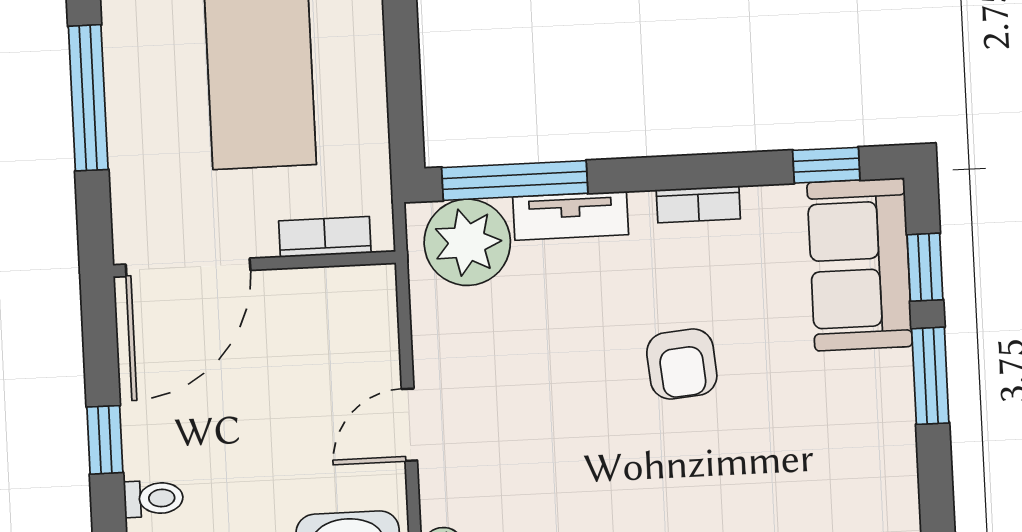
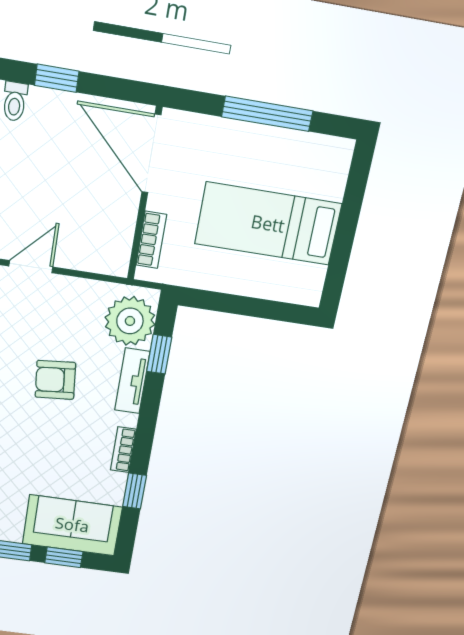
window: (826, 165) -> (135, 491), moved
window: (515, 180) -> (159, 354), width x0.46
armchair: (682, 364) -> (55, 380), moved
door: (409, 425) -> (31, 267), hinge flipped

